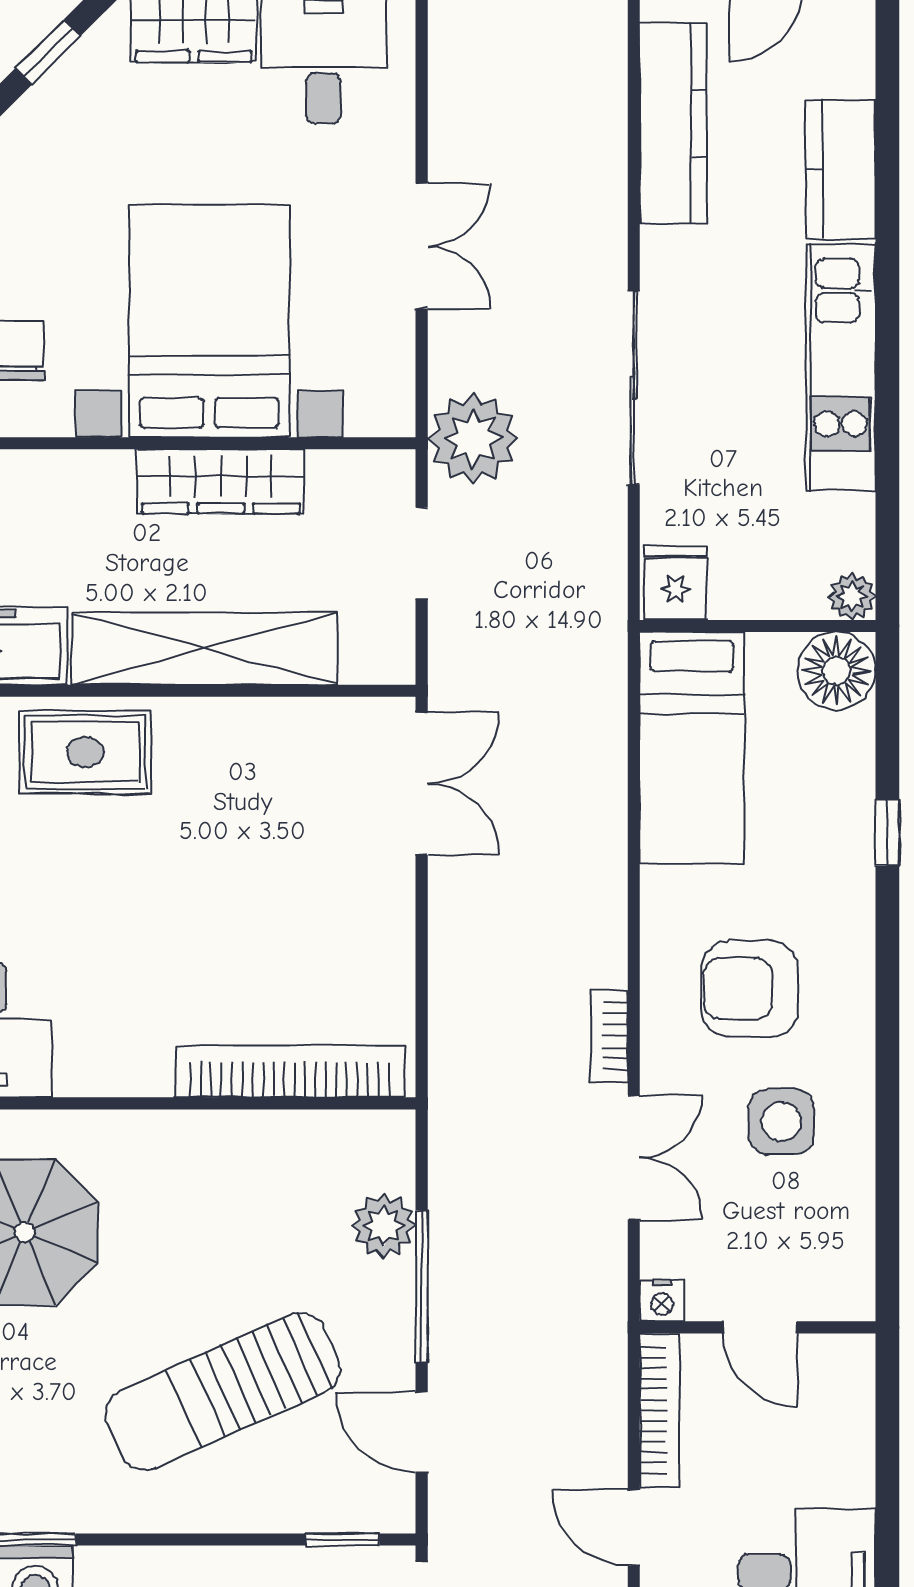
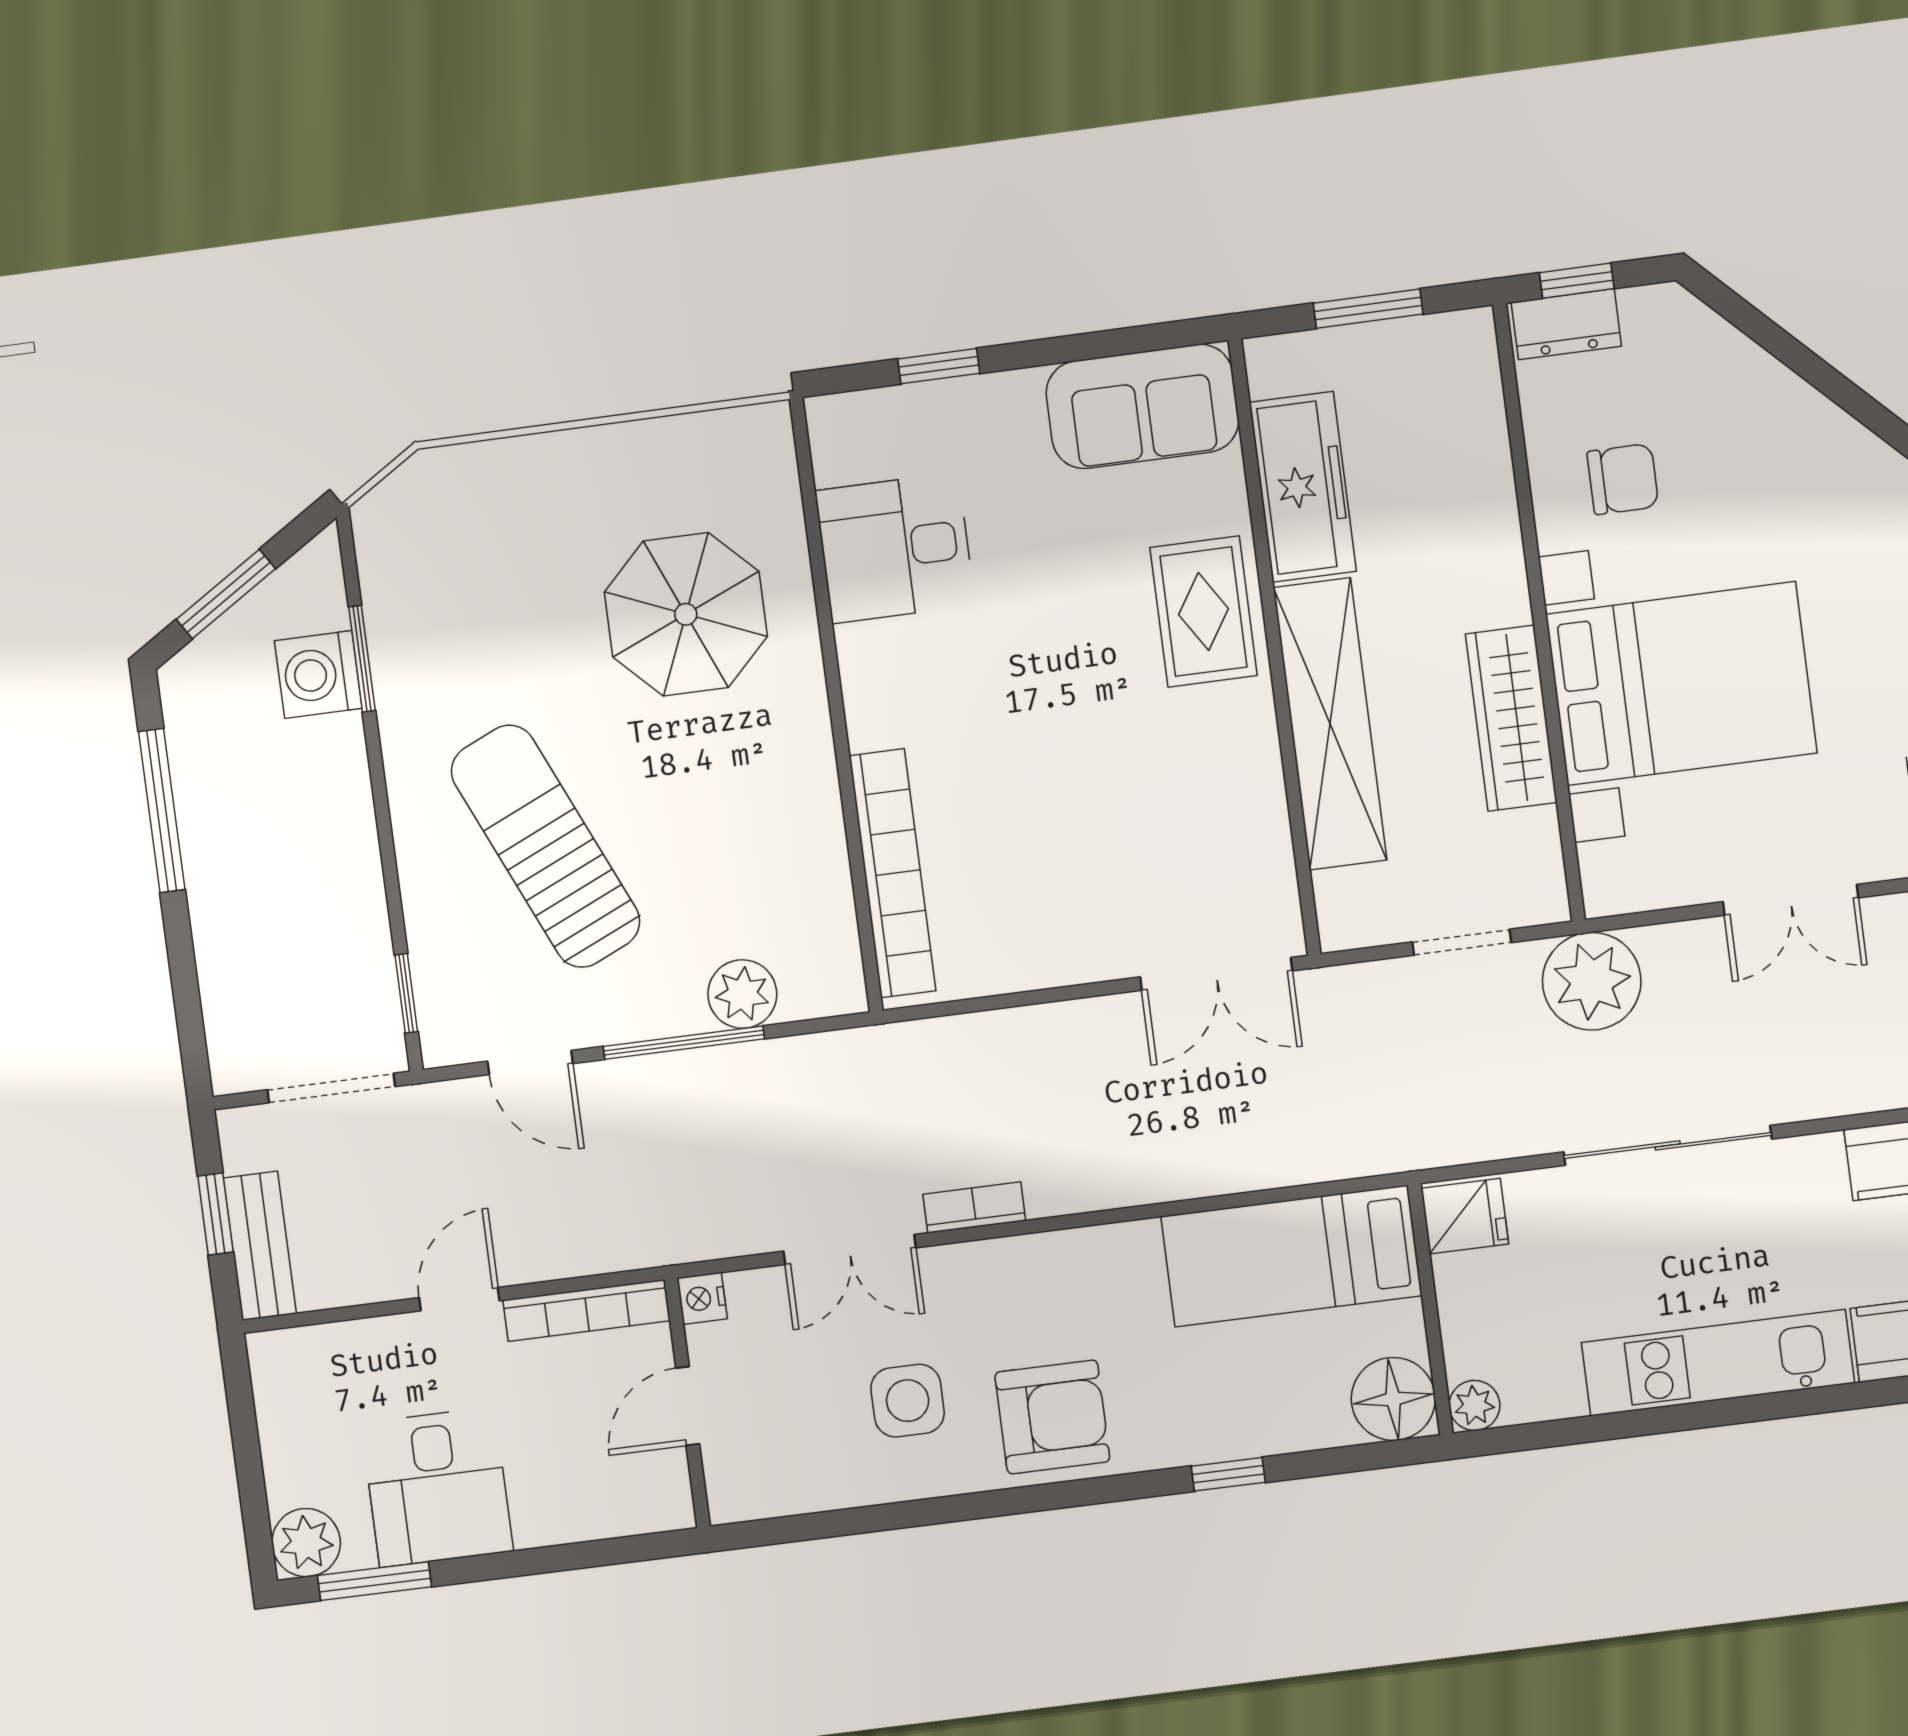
armchair: (750, 989) -> (1052, 1417), moved, turned 90
door: (422, 1432) -> (530, 1062), swing flipped

